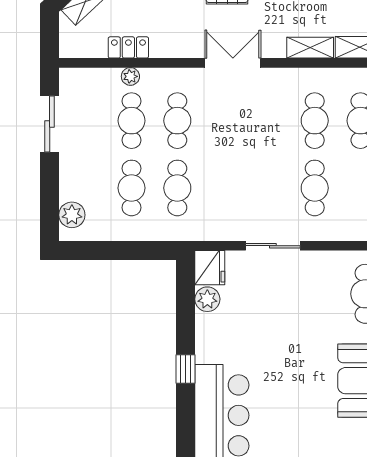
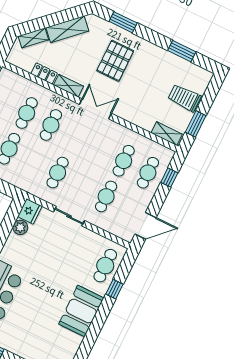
shelving: (310, 48) -> (69, 86), moved
plant: (130, 76) -> (38, 89), removed
cafe table: (177, 188) -> (58, 173), moved

